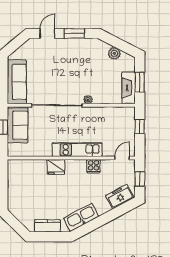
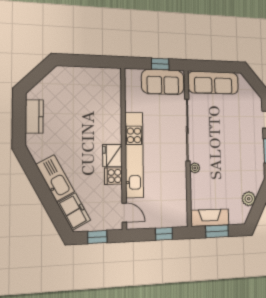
kitchen unit: (77, 150) -> (134, 155), width x1.36
fridge: (56, 167) -> (112, 156), moved
kitchen sink: (81, 217) -> (55, 178), moved

